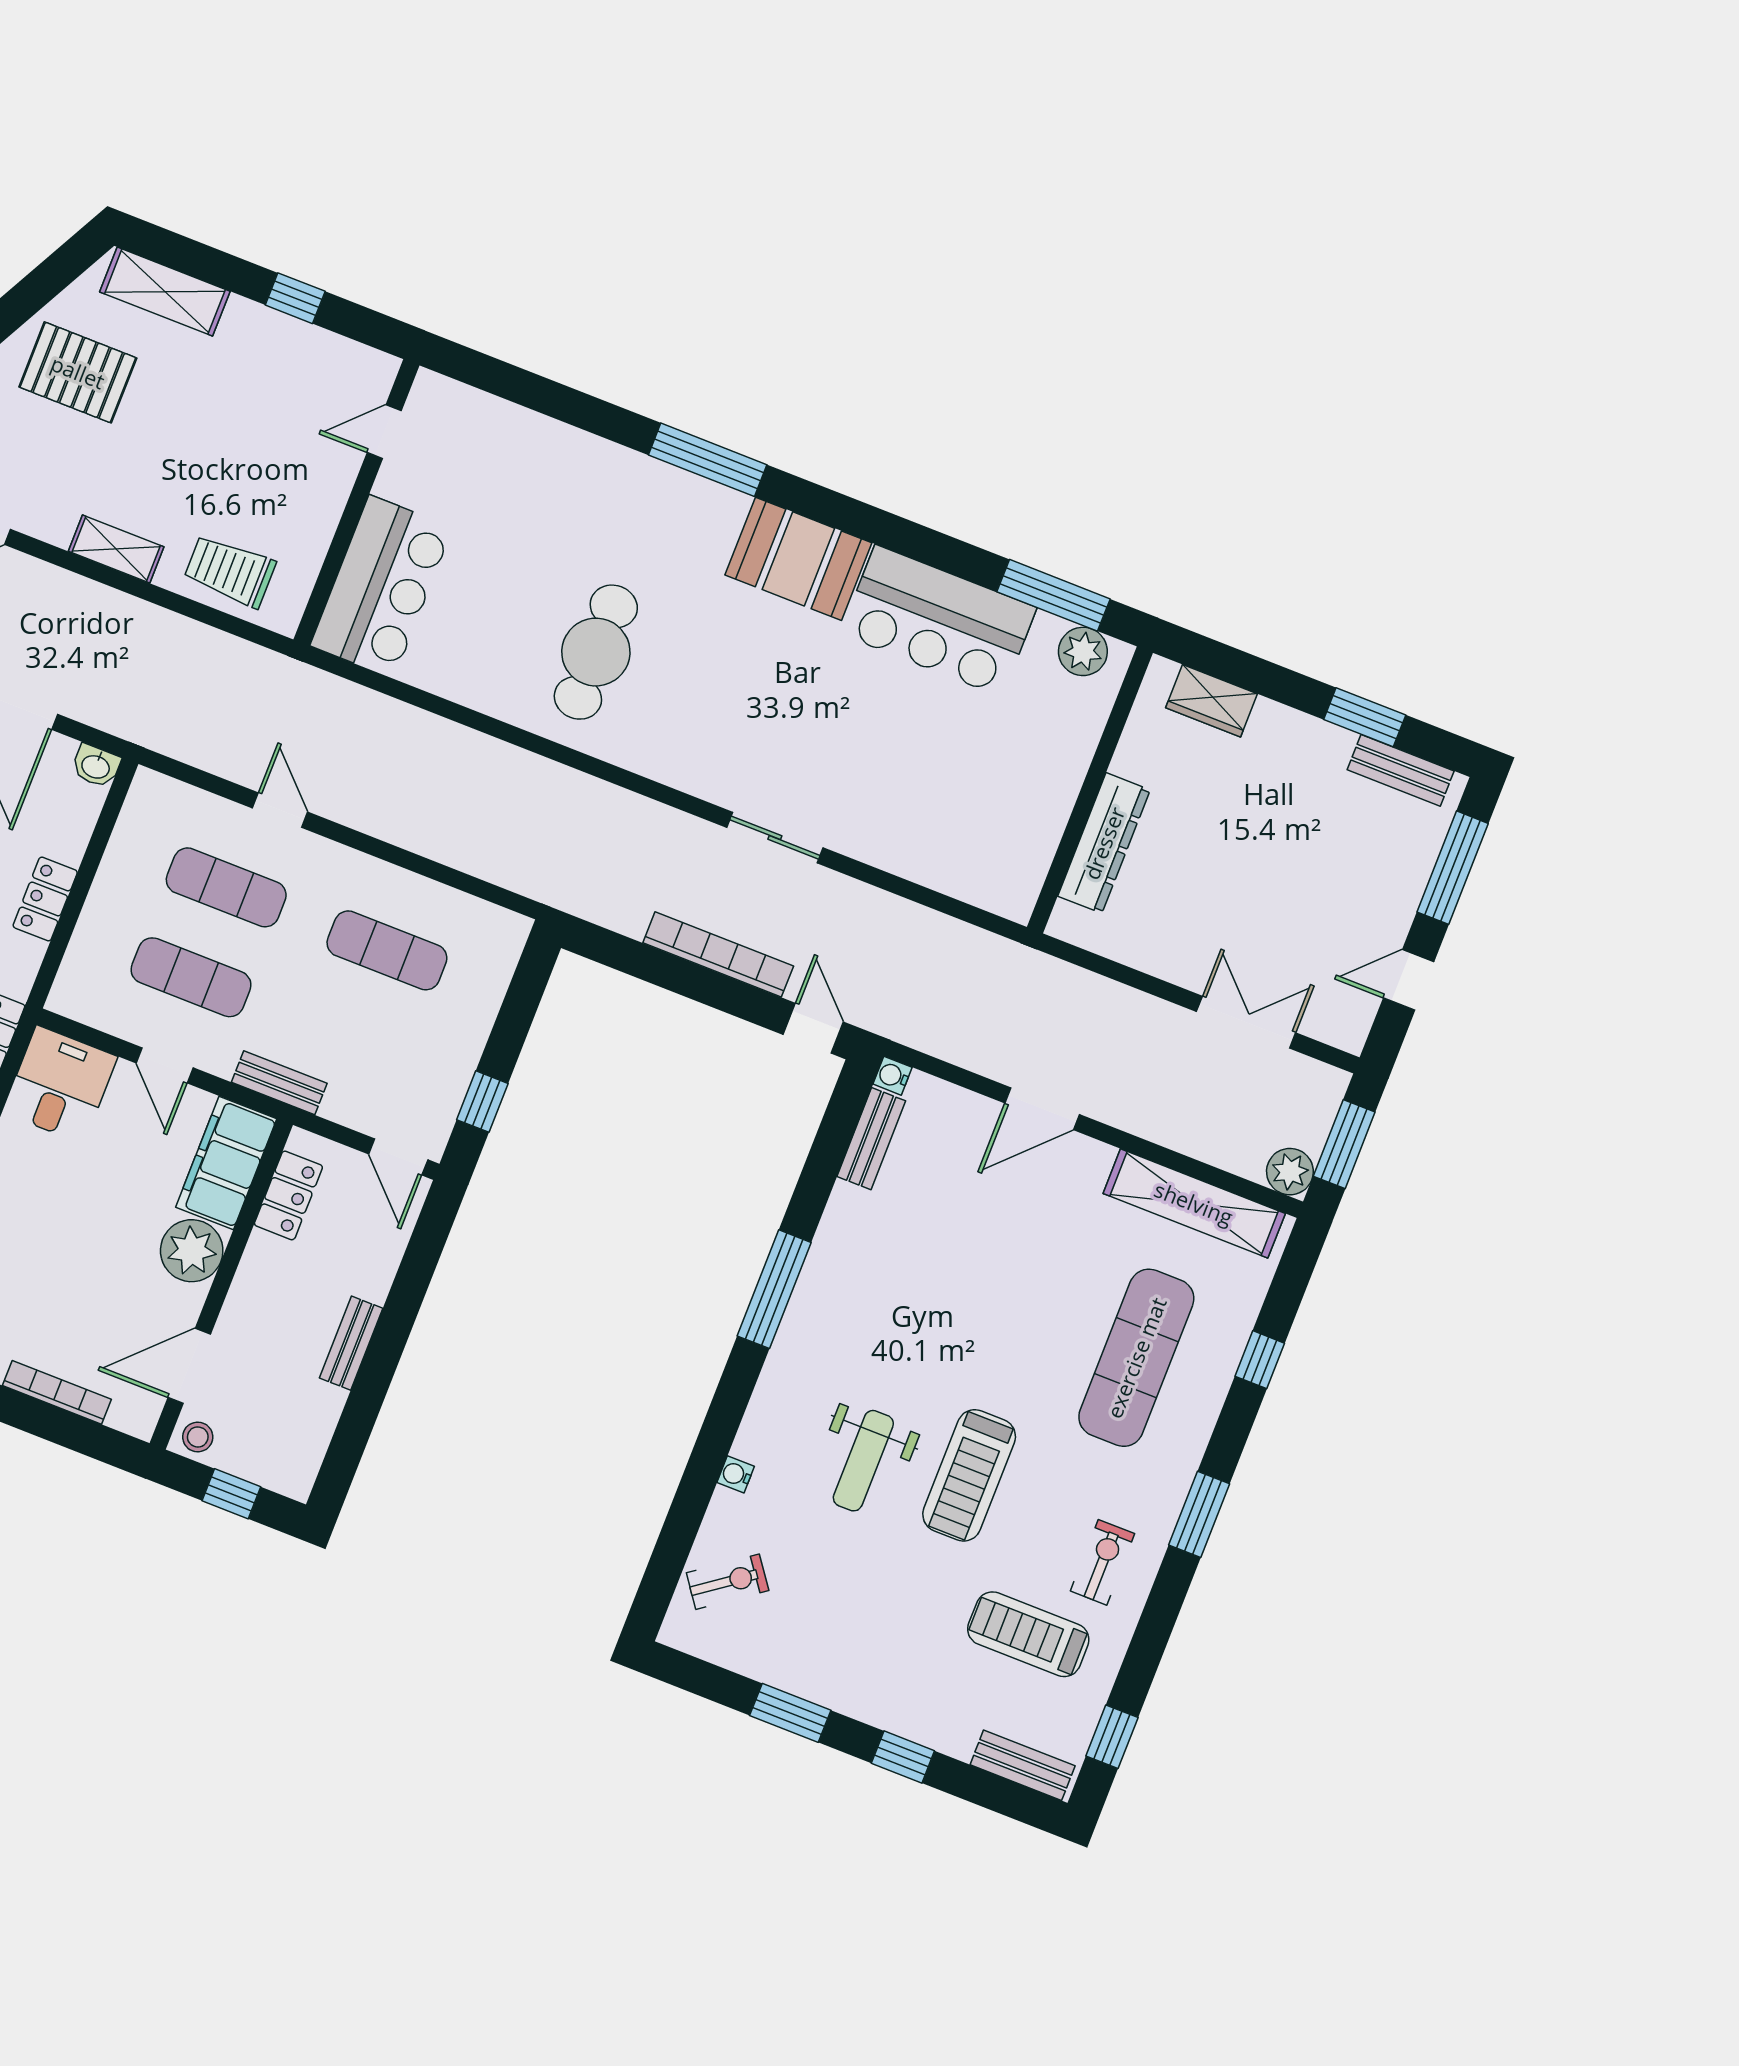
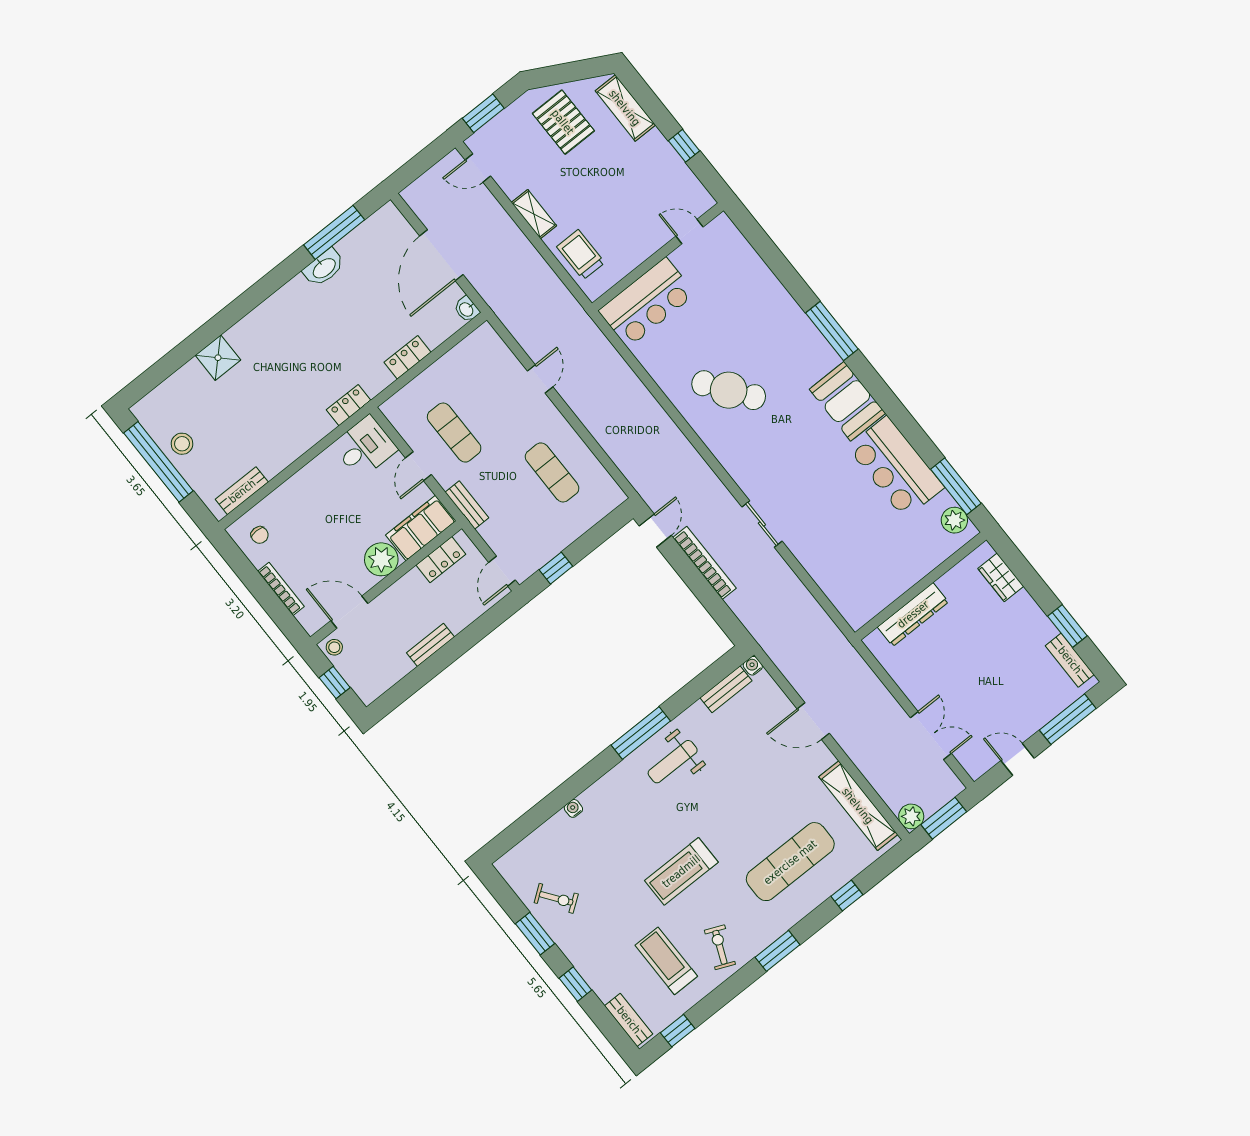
cafe table: (596, 652) -> (729, 390), turned 54
exercise mat: (226, 887) -> (494, 400), removed
door: (813, 1028) -> (655, 531), moved
weight bench: (863, 1461) -> (673, 762), moved
exercise bike: (1103, 1562) -> (720, 947), turned -67
exercise bike: (728, 1582) -> (556, 898), moved

